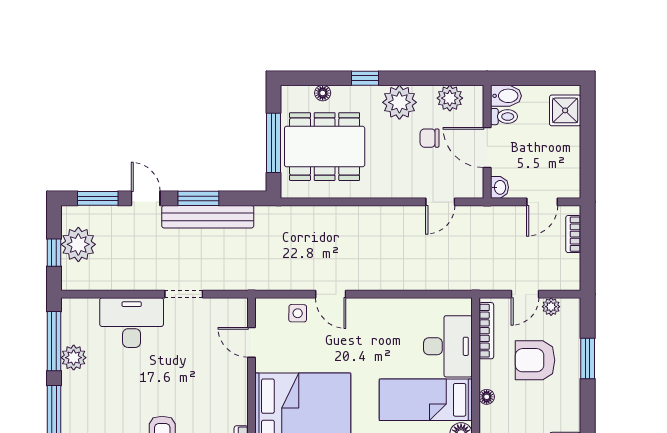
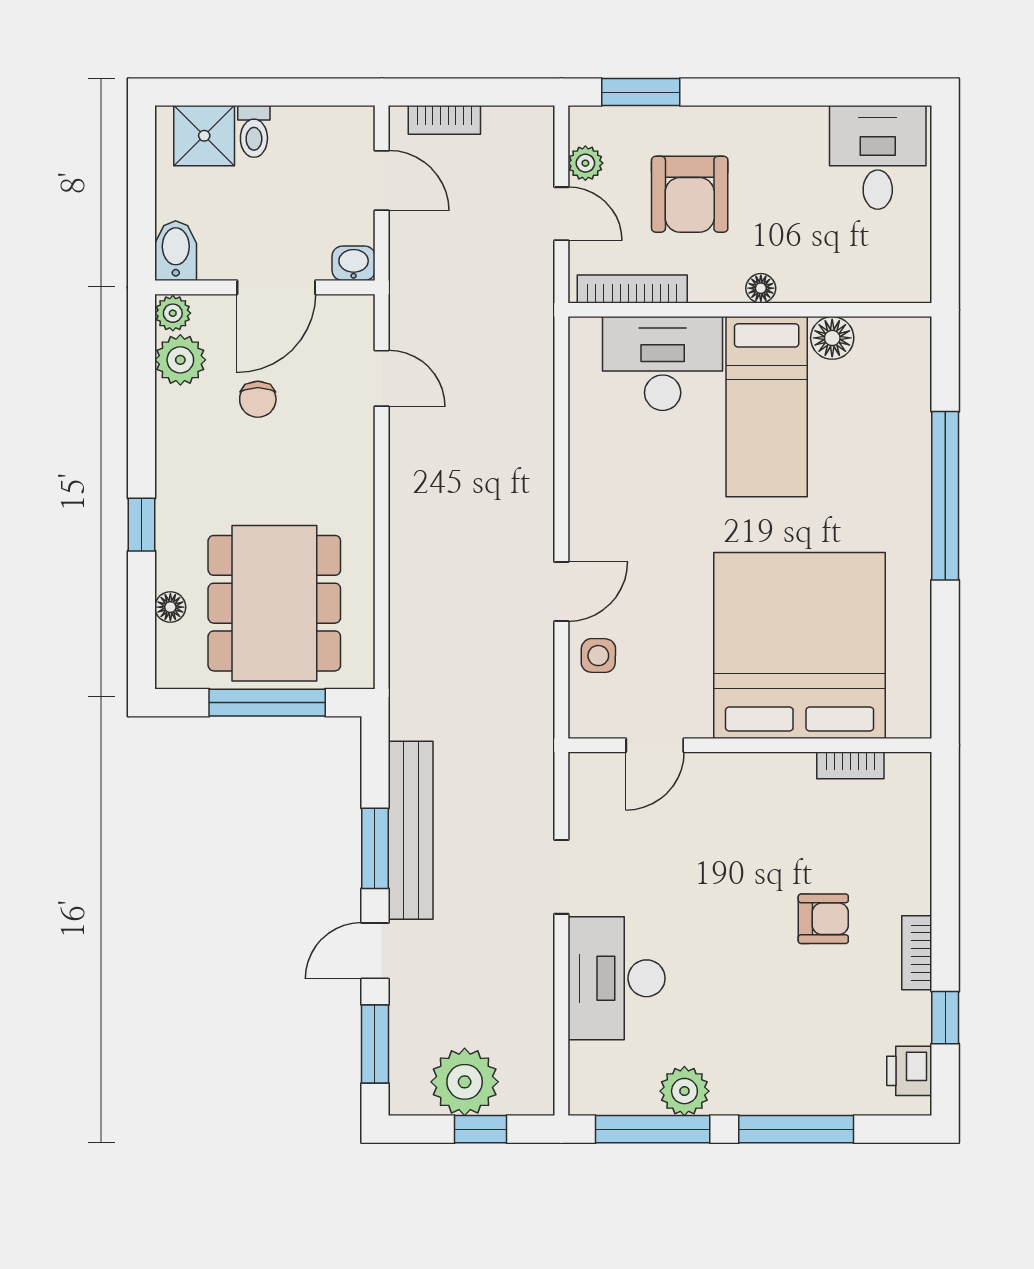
plant: (399, 102) -> (173, 313), moved, width x0.53, depth x0.53
toilet: (504, 117) -> (254, 131), moved, turned 180
window: (588, 358) -> (641, 92), moved

